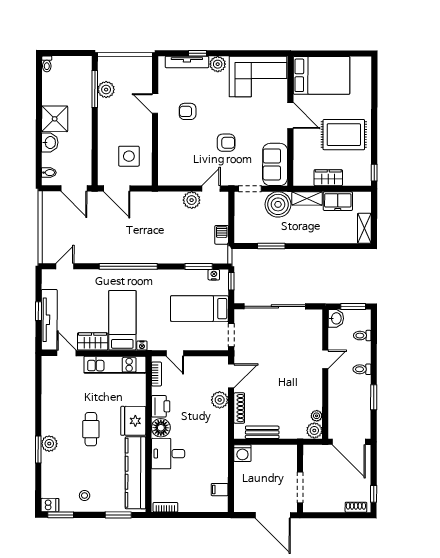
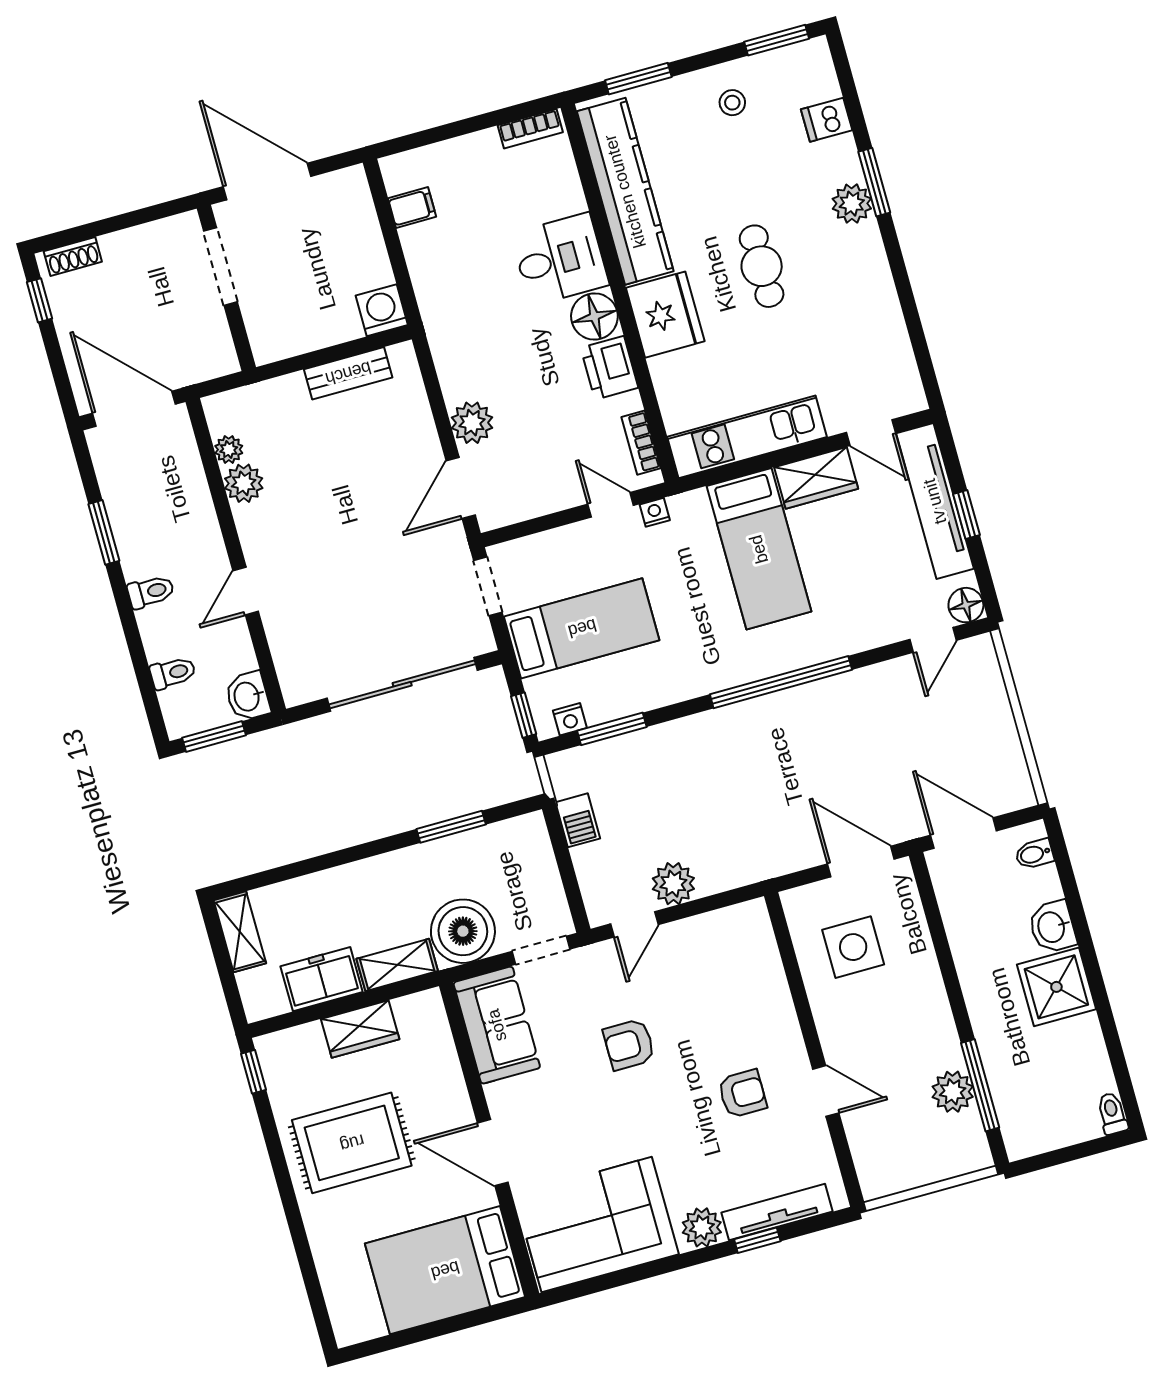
floor lamp: (48, 276) -> (966, 605), added
nightstand: (142, 346) -> (655, 512), moved
shoe rack: (239, 408) -> (420, 416), removed
plant: (314, 430) -> (244, 483), moved
dishwasher: (50, 505) -> (827, 120), moved

